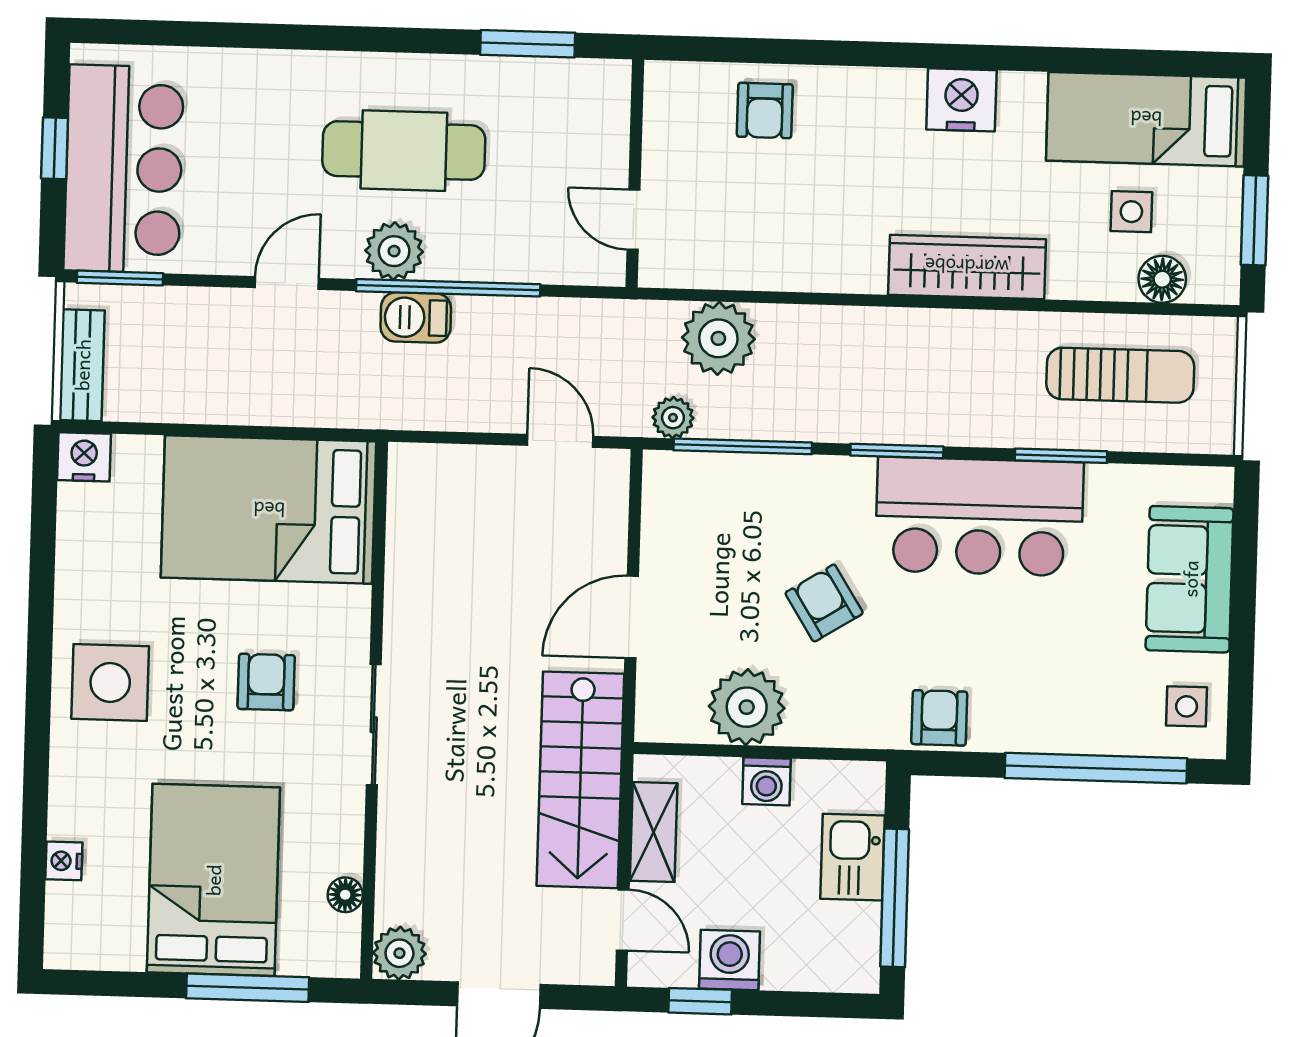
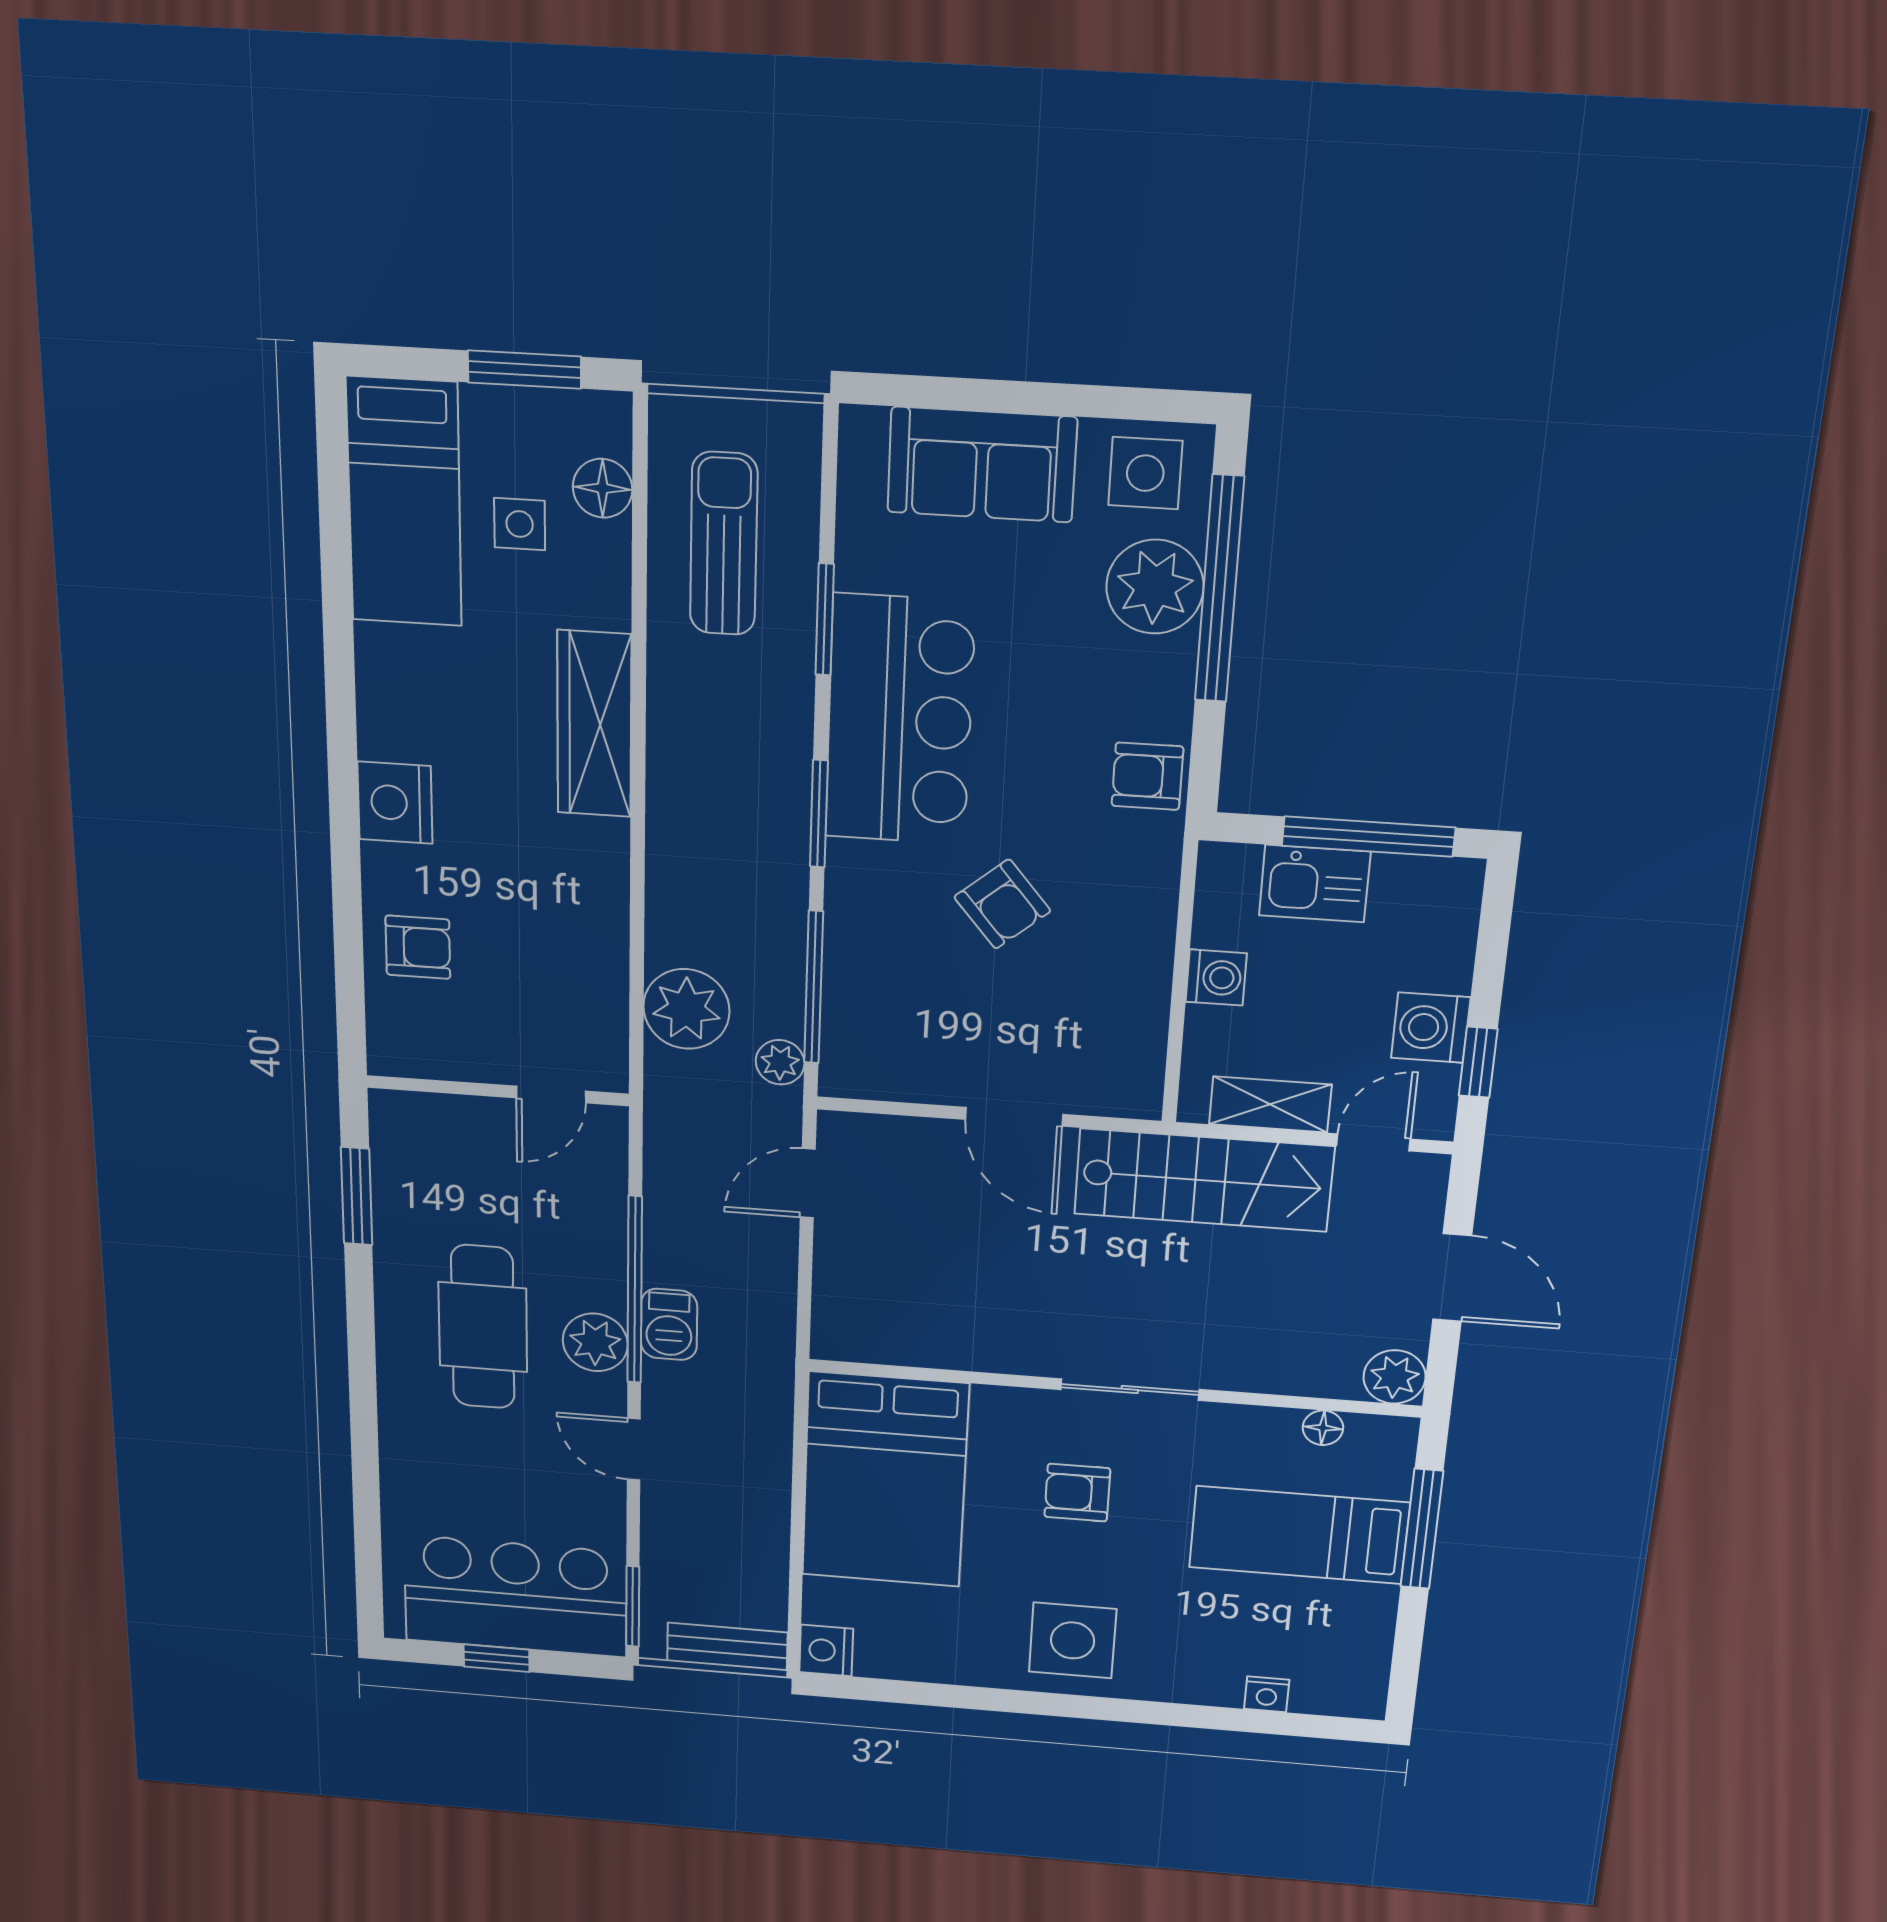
nightstand: (961, 100) -> (395, 803), moved
armchair: (824, 603) -> (1002, 904), turned -98
side table: (1187, 706) -> (1145, 473), width x1.37, depth x1.37
plant: (747, 707) -> (1155, 587), moved
bed: (213, 880) -> (1299, 1535), width x0.67

